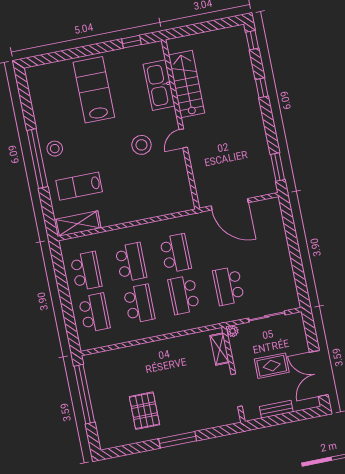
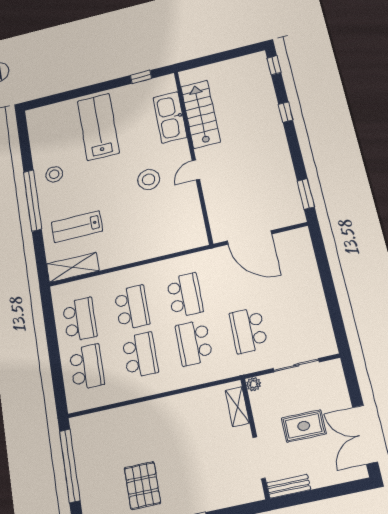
stool: (55, 149) -> (54, 174), moved
bench: (276, 409) -> (289, 486), moved

